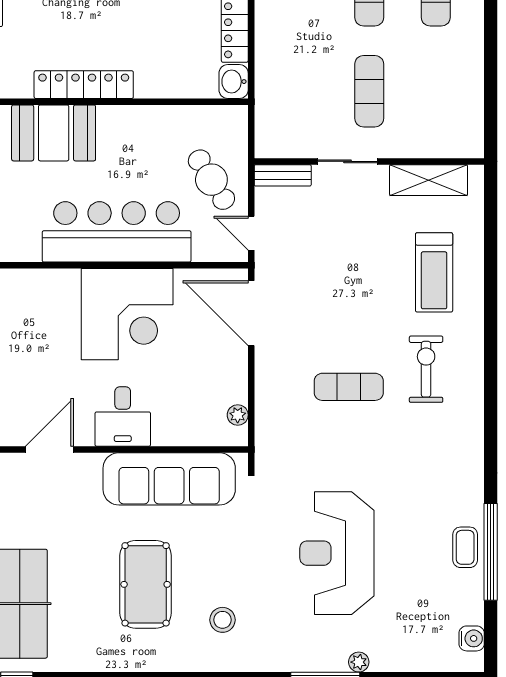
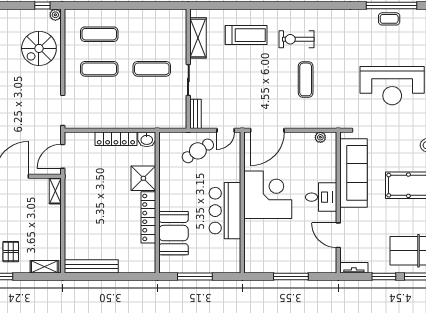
shower: (159, 75) -> (143, 178), added
bar counter: (117, 232) -> (225, 211), width x0.73

